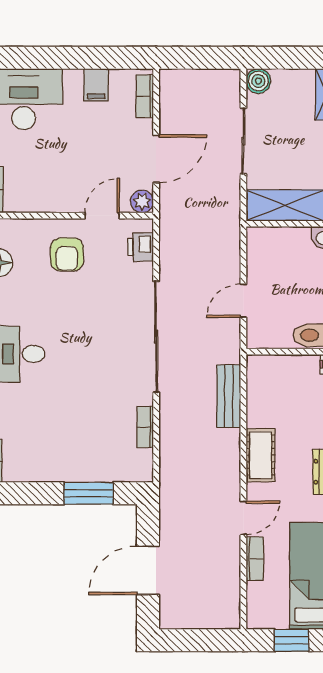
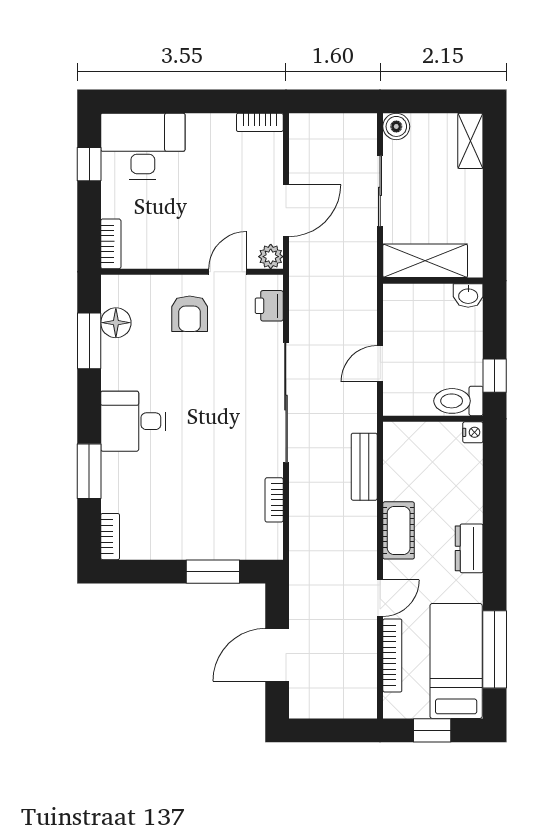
filing cabinet: (96, 85) -> (221, 131), removed
bookcase: (145, 96) -> (260, 122), moved, turned -90
bookcase: (255, 559) -> (392, 655), width x1.56

